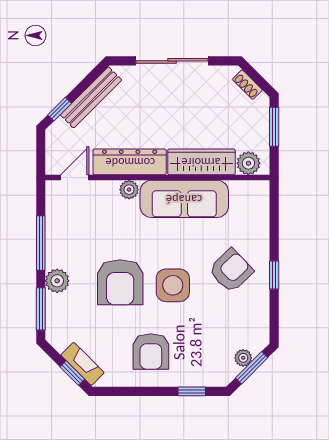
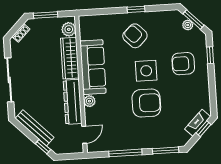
door: (75, 178) -> (84, 135), swing flipped
plant: (57, 281) -> (148, 141), removed
armchair: (151, 351) -> (183, 64), moved, turned 180

